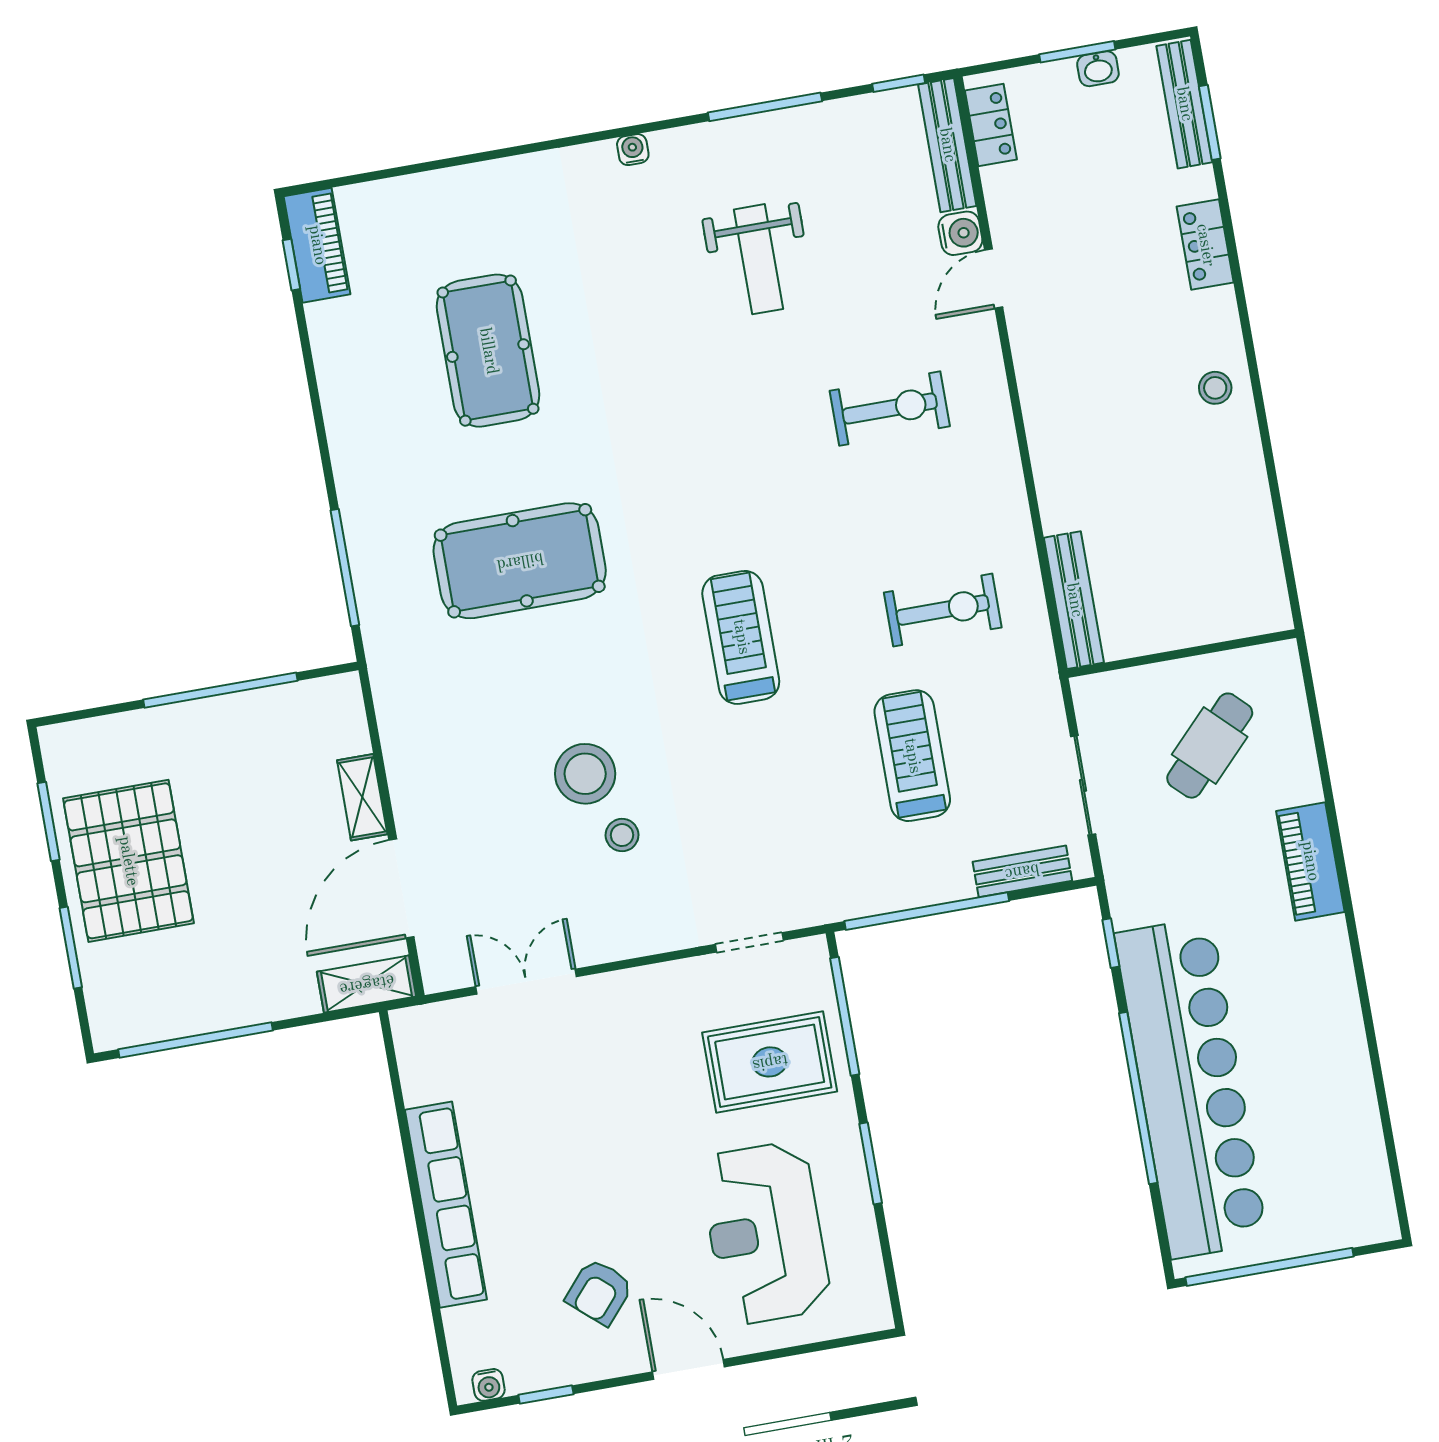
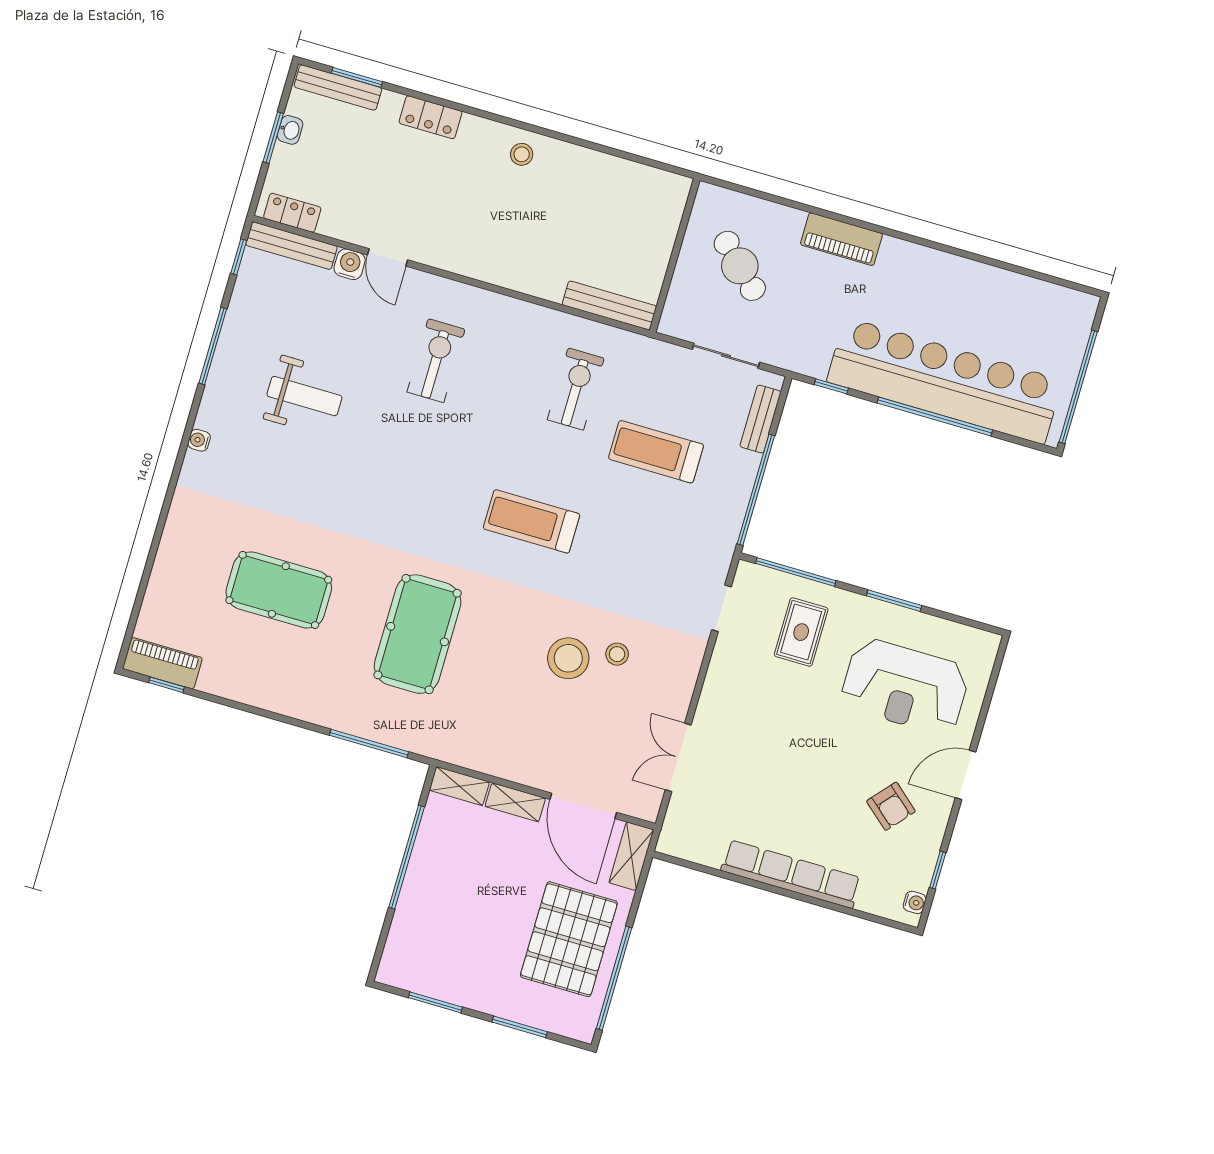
shelving: (347, 713) -> (459, 786), added
pallet: (128, 861) -> (569, 939), moved, turned 90
rug: (770, 1062) -> (801, 632), width x0.73, depth x0.70

